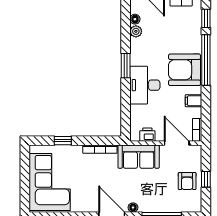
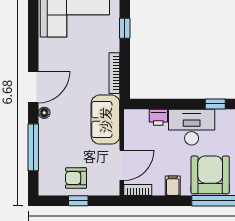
window: (126, 66) -> (215, 104), width x0.67
printer: (147, 135) -> (158, 117), moved, turned 90

